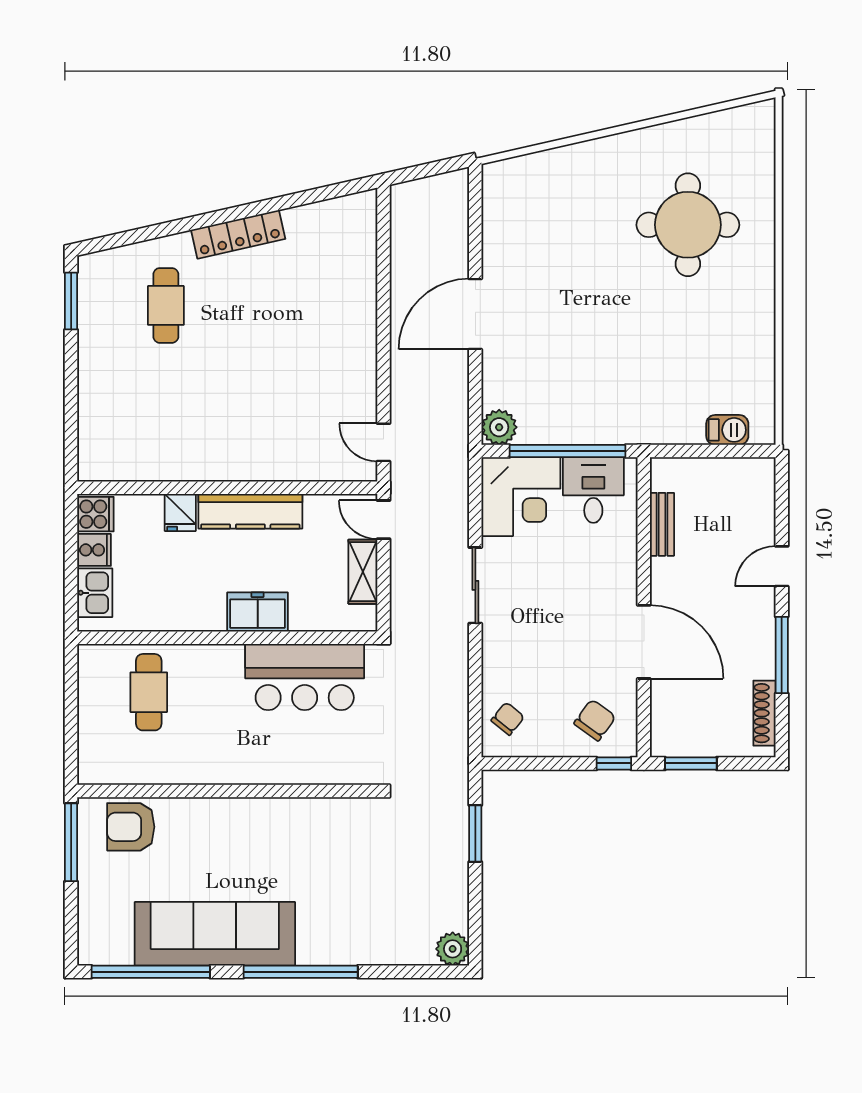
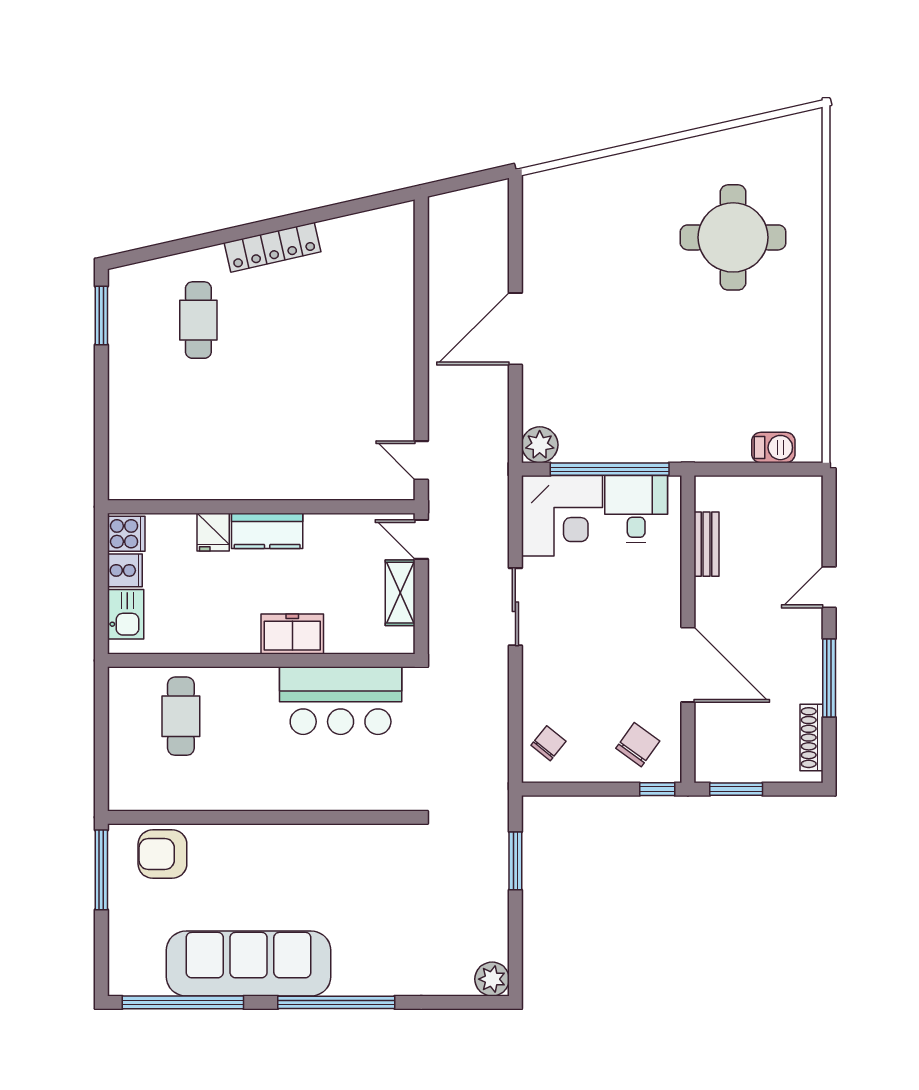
kitchen counter: (250, 511) -> (267, 531), width x0.67

